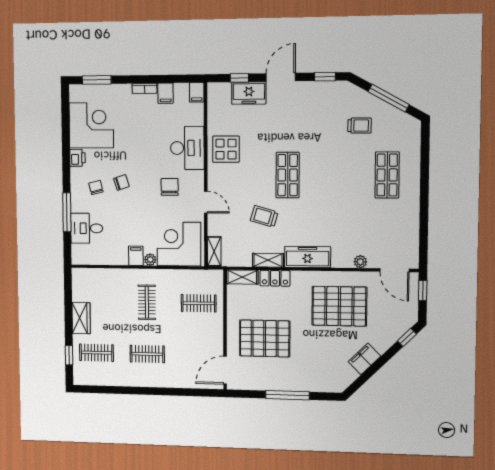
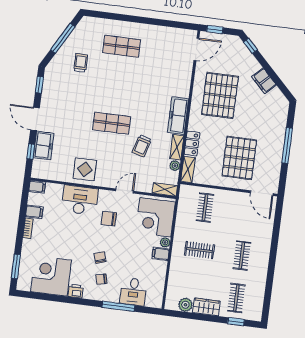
plant: (360, 262) -> (175, 166), moved
plant: (80, 293) -> (185, 305), added

